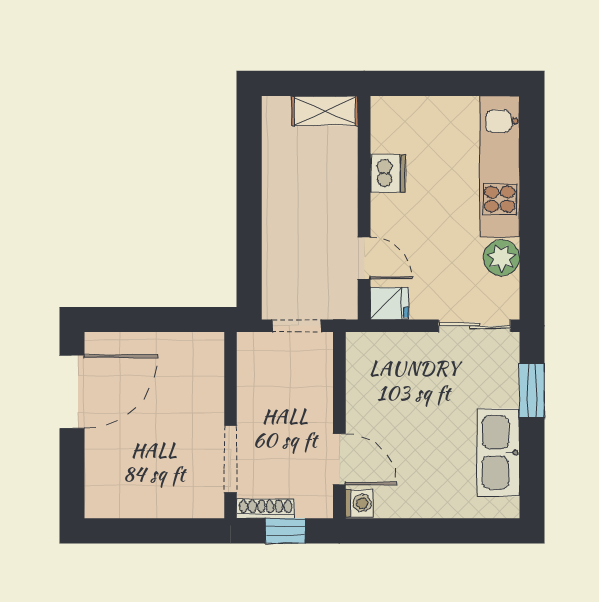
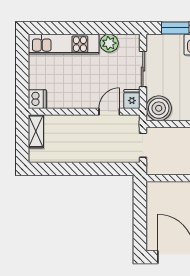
dishwasher: (388, 173) -> (37, 99), moved, turned 90
sliding door: (475, 326) -> (143, 69), moved
boiler: (371, 357) -> (159, 108), added

